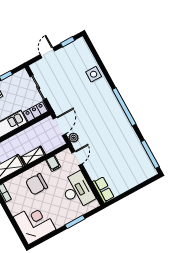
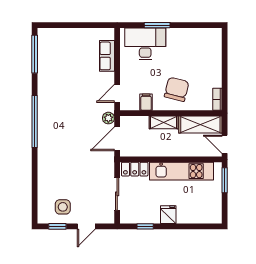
side table: (94, 74) -> (63, 207), moved
chair: (37, 184) -> (177, 89), turned -76
desk: (77, 190) -> (145, 44), moved, turned 90
row of seats: (103, 190) -> (107, 56), moved
corner desk: (35, 223) -> (202, 48), removed

